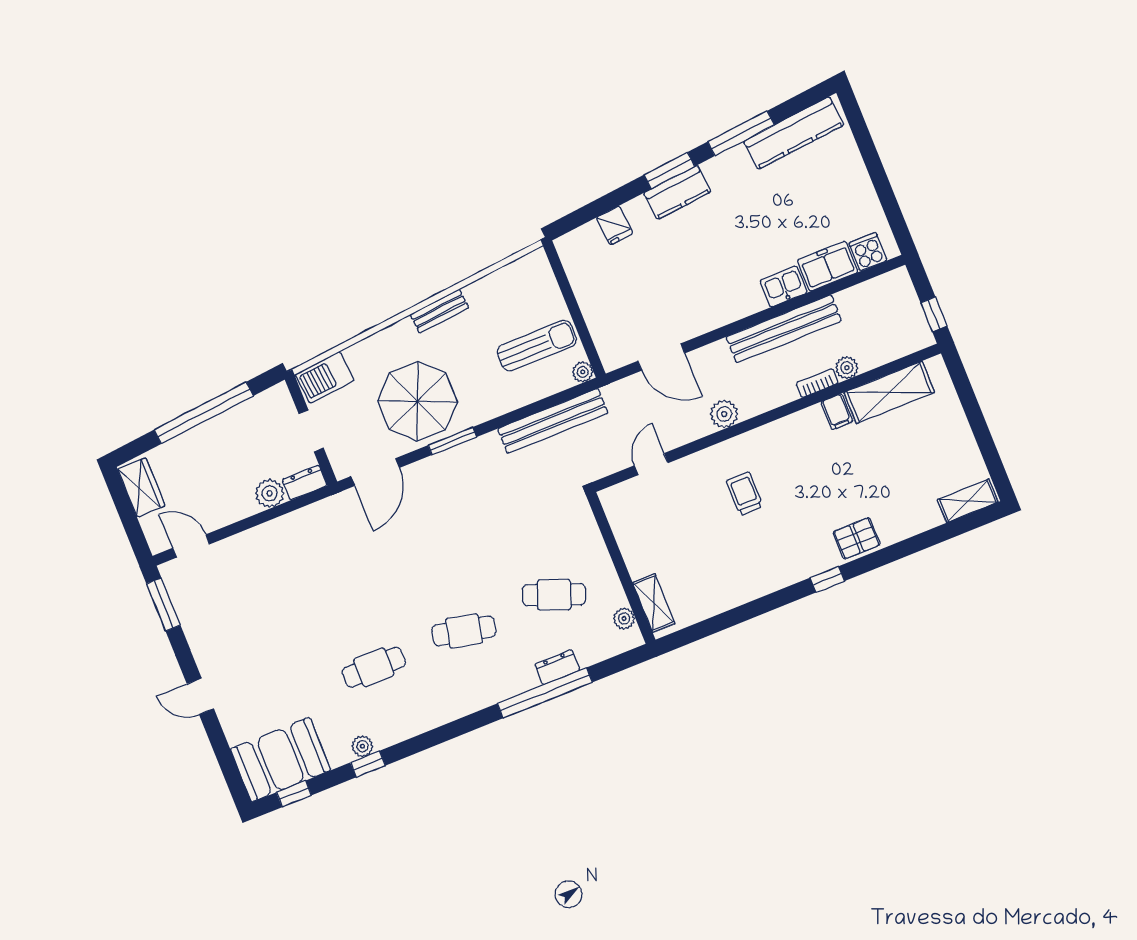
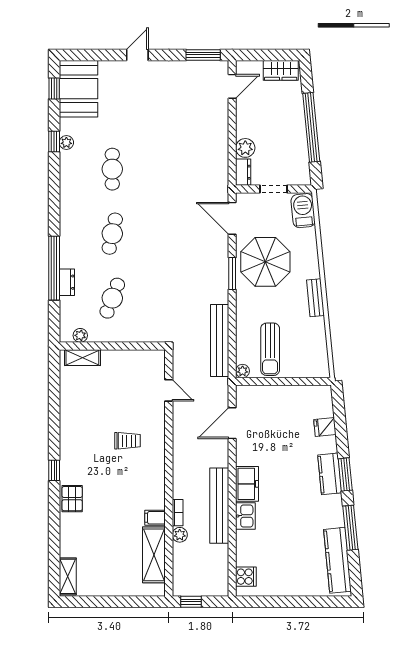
freezer: (828, 266) -> (247, 484), moved
plant: (724, 414) -> (182, 448), removed

